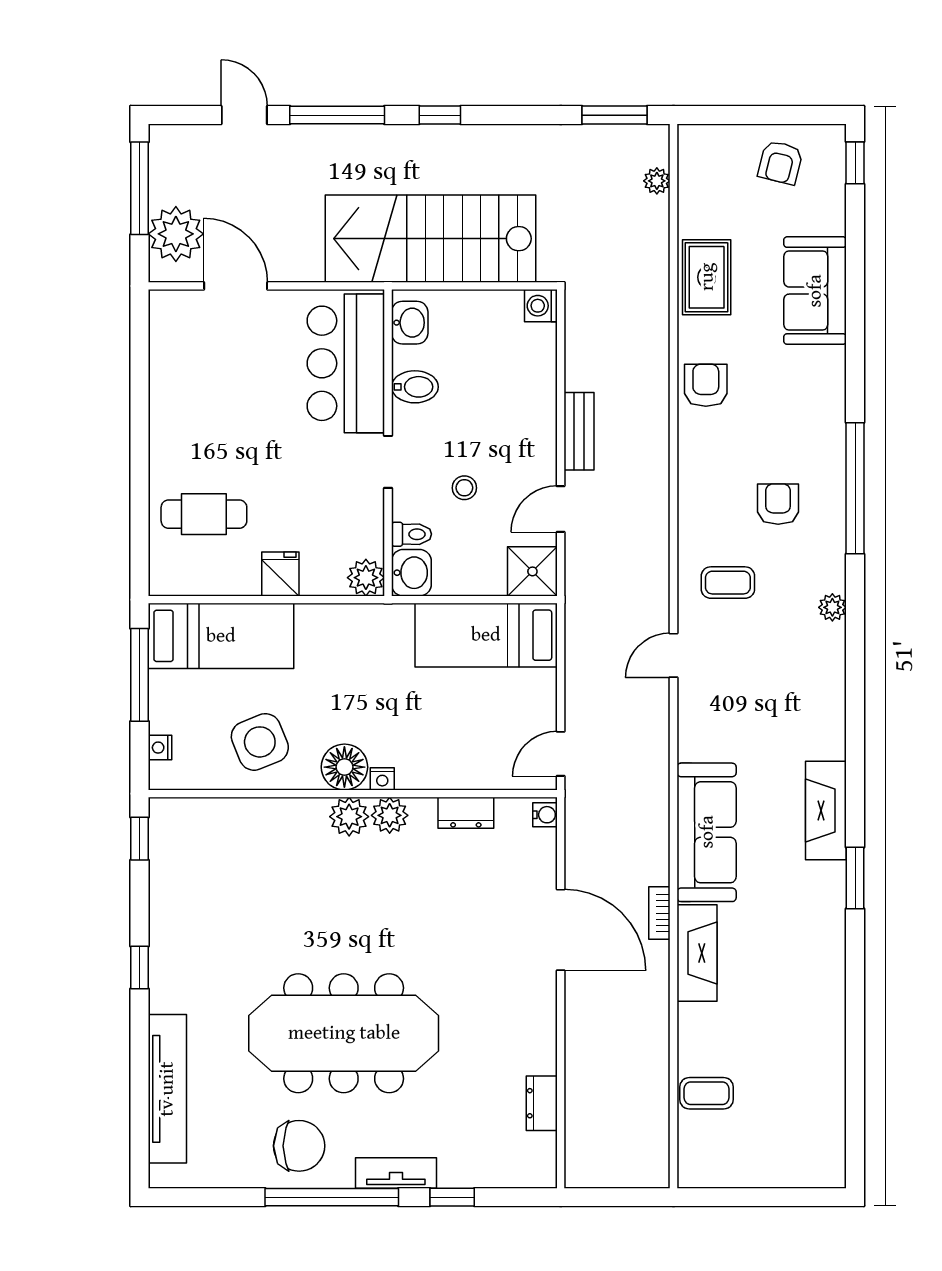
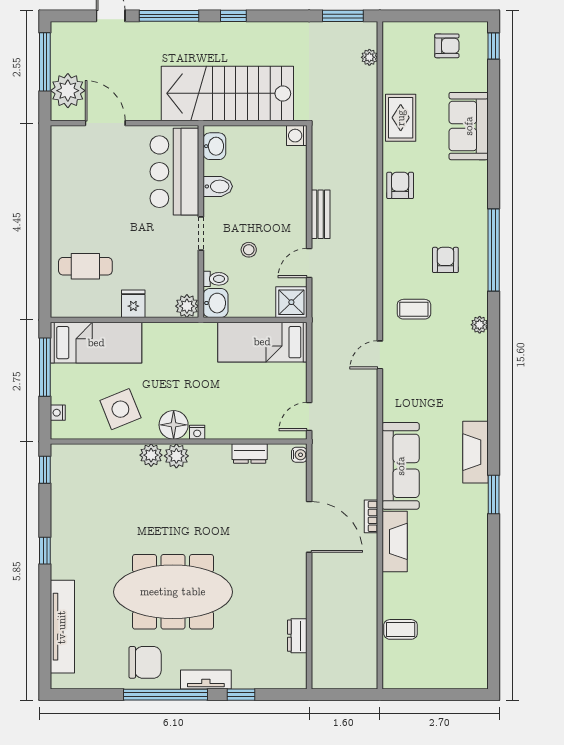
armchair: (780, 163) -> (447, 46), turned -104
plant: (390, 815) -> (151, 455), moved

